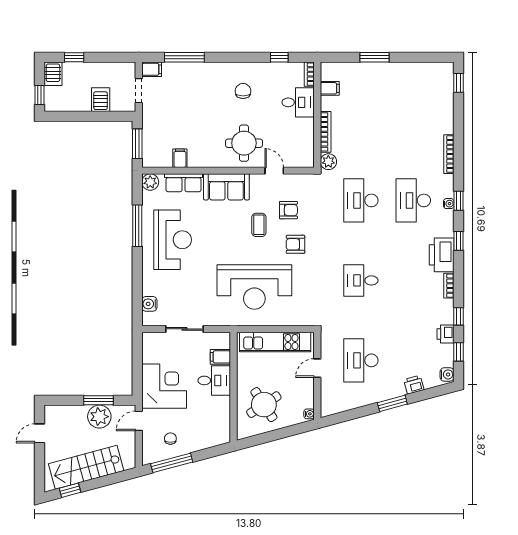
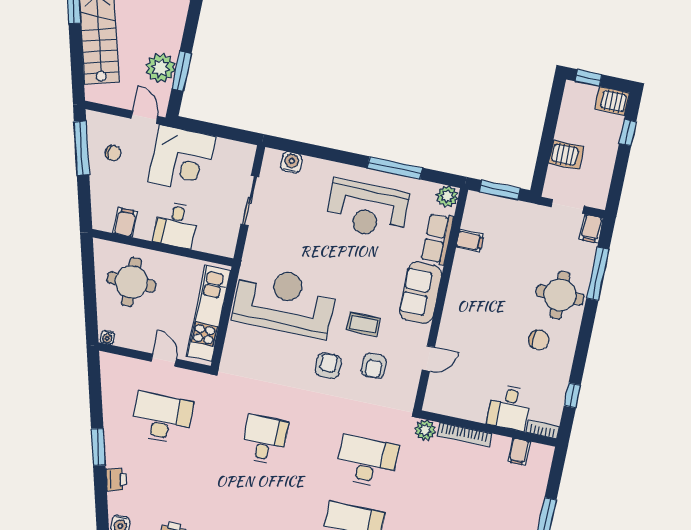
round table: (244, 143) -> (560, 295), moved
reception desk: (254, 287) -> (285, 302), turned 90
filing cabinet: (220, 357) -> (125, 222), moved
round table: (264, 405) -> (131, 282), turned 33

